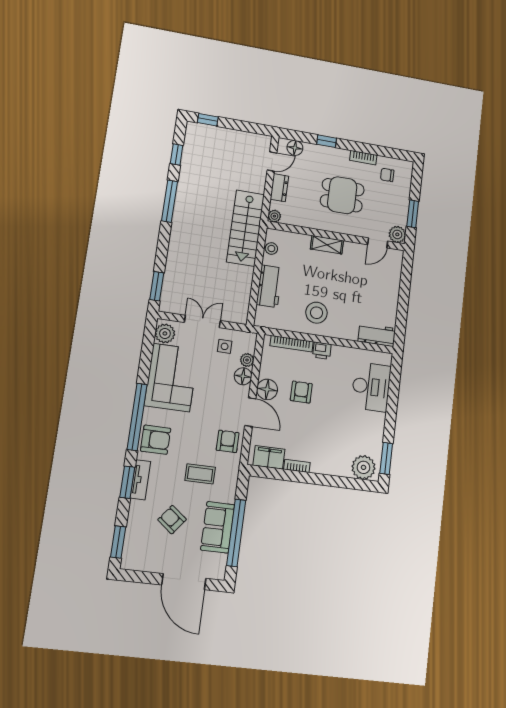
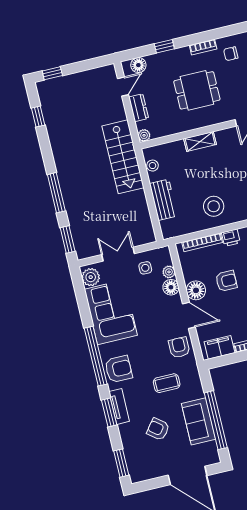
window: (170, 201) -> (56, 193), moved
armchair: (301, 392) -> (226, 281), turned 90

